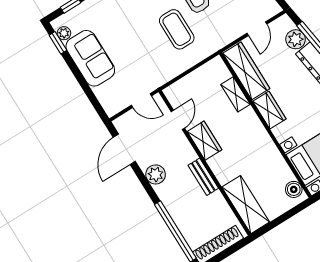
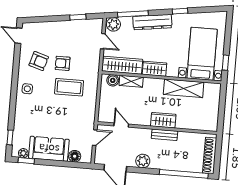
plant: (296, 39) -> (113, 24), moved
floor lamp: (104, 94) -> (75, 156), added
wardrobe: (204, 141) -> (163, 120), moved
boiler: (294, 189) -> (113, 80), moved
shelving: (246, 205) -> (184, 88), moved

